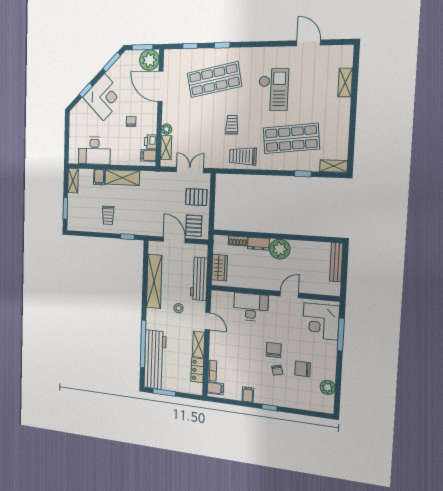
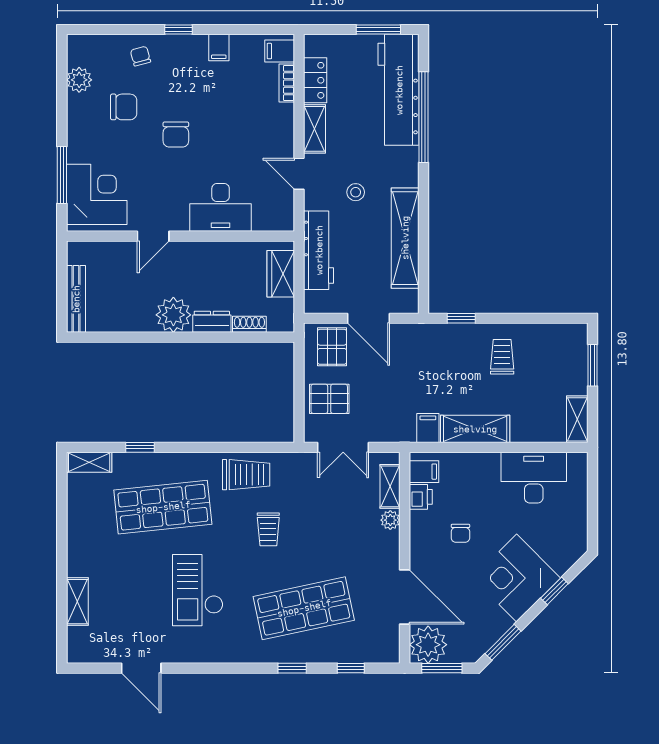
filing cabinet: (99, 177) -> (428, 428), moved
chair: (277, 370) -> (140, 56), moved

